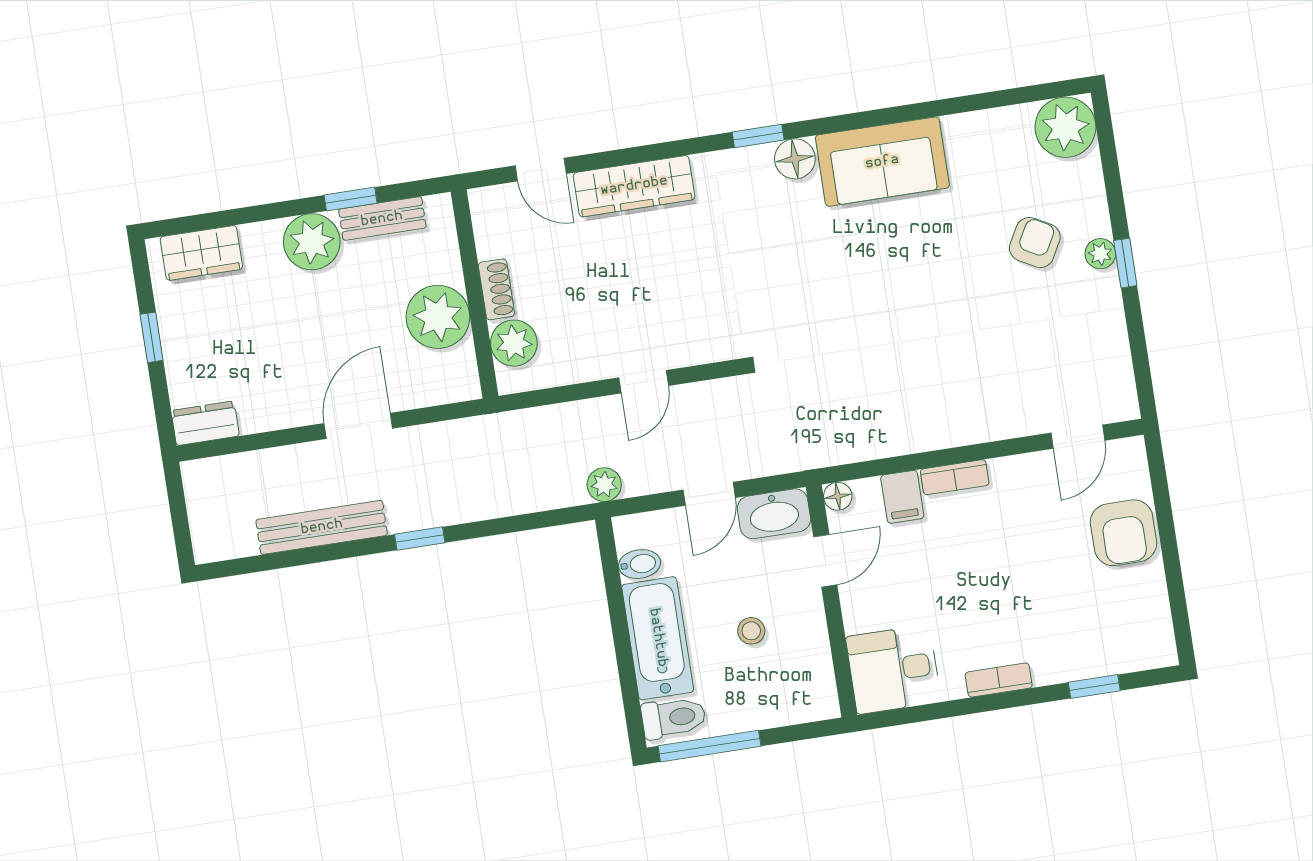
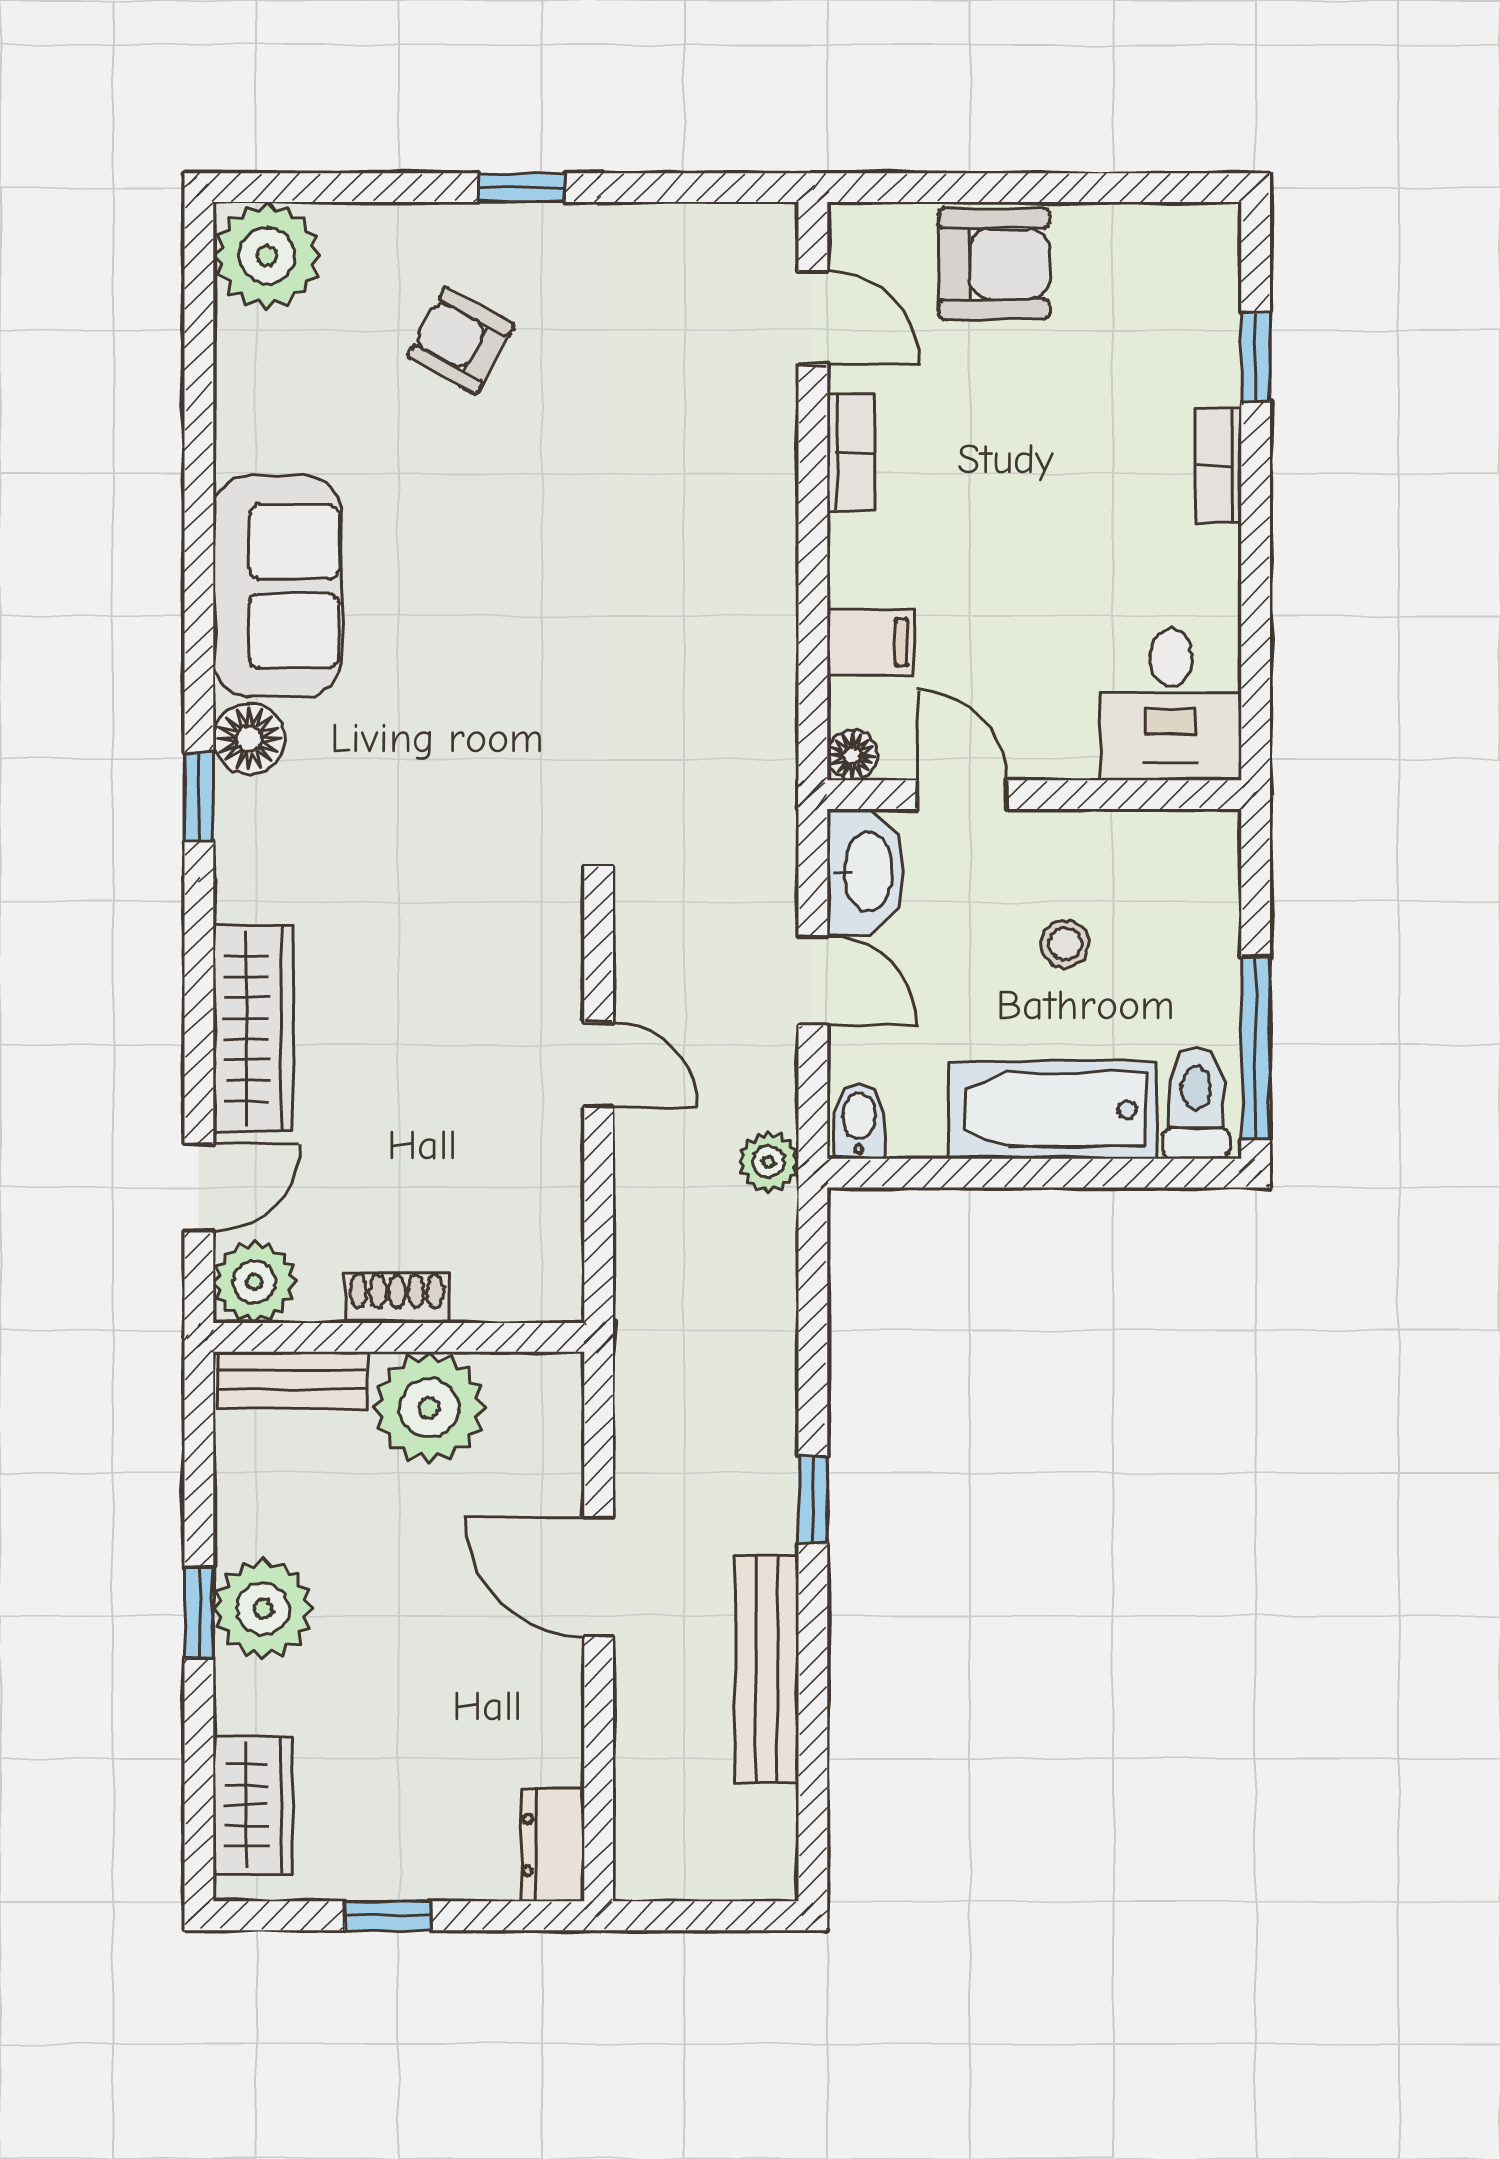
window: (351, 199) -> (199, 1613), moved
bench: (382, 219) -> (293, 1380), moved, turned 90
plant: (1100, 254) -> (498, 229), removed
plant: (514, 343) -> (254, 1282), moved
bookcase: (955, 477) -> (851, 453), moved
bidet: (640, 564) -> (859, 1121), moved
bookcase: (999, 680) -> (1218, 465), moved

